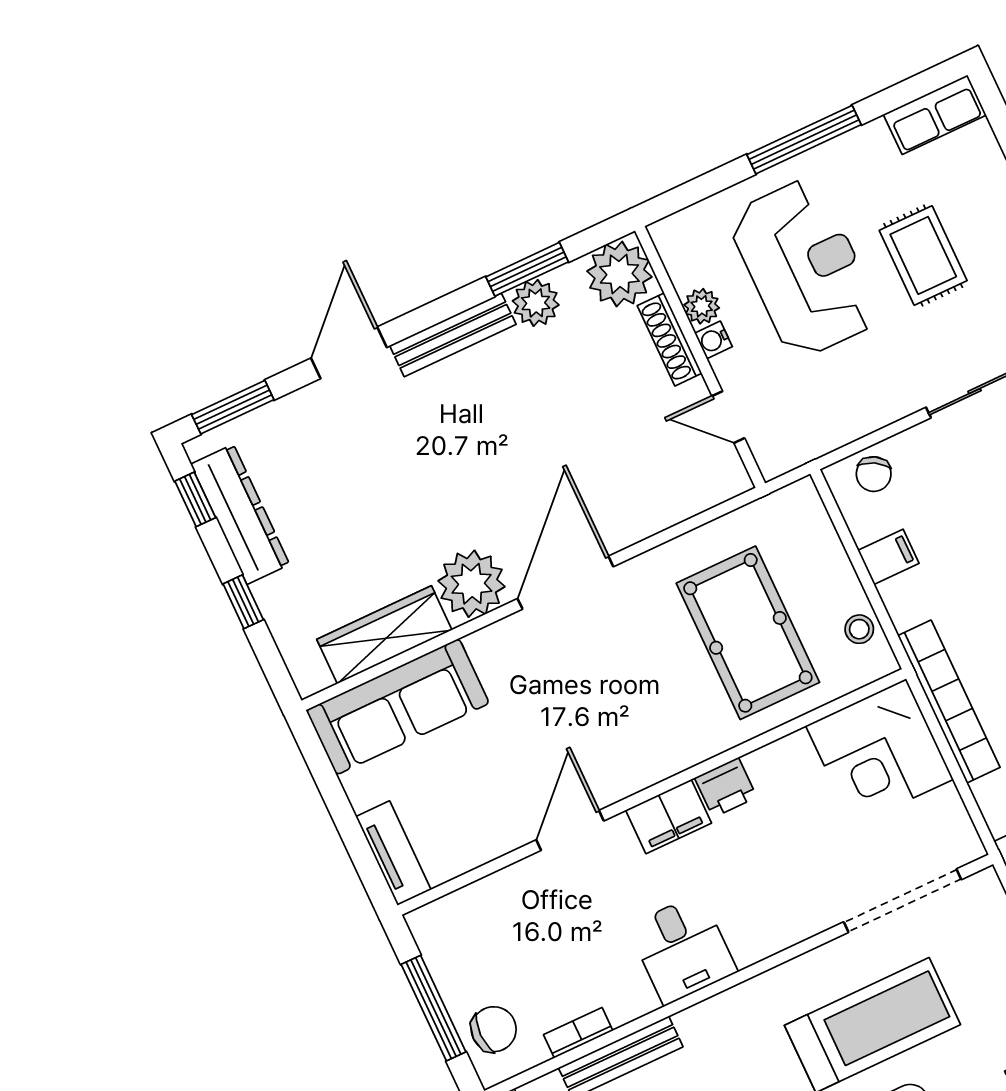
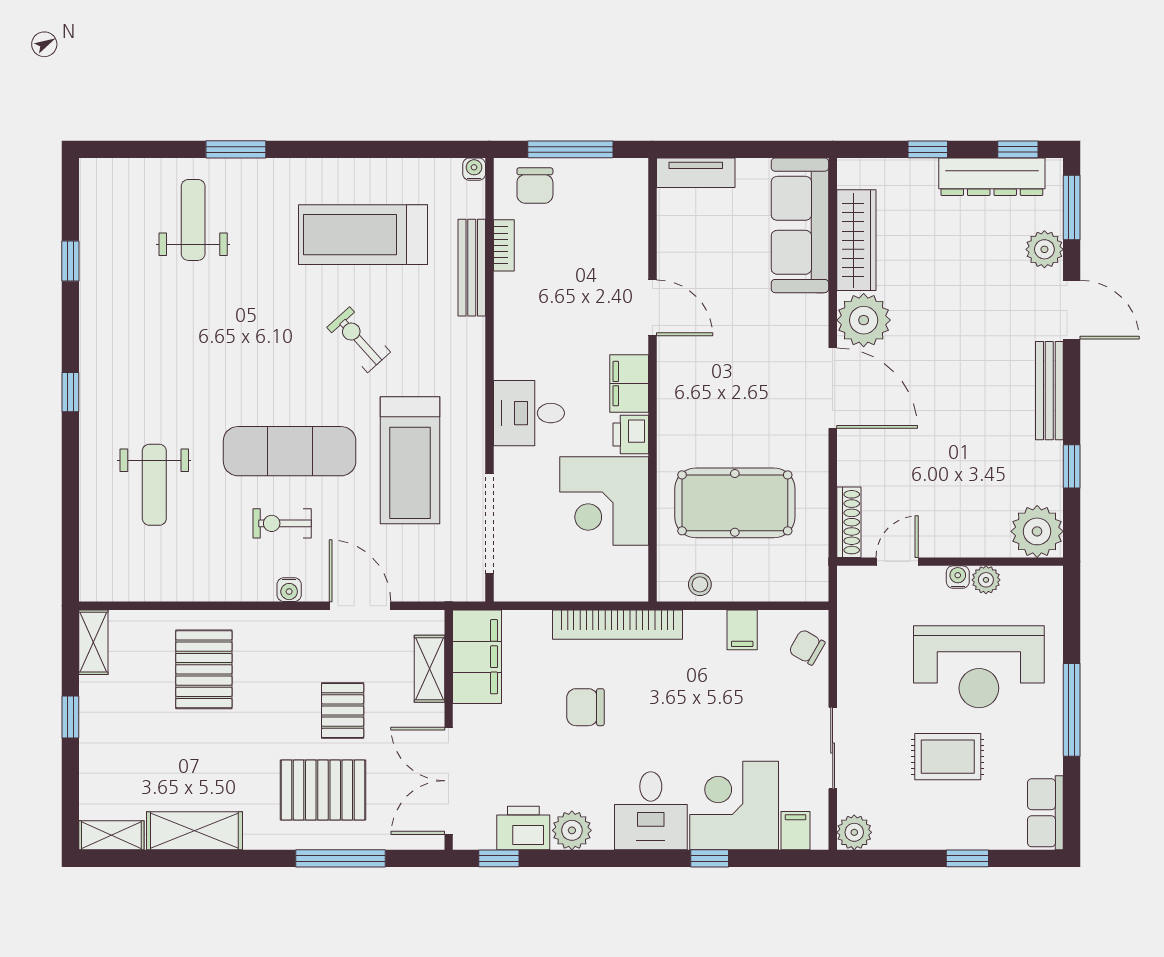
window: (527, 269) -> (1072, 466), width x0.67
plant: (536, 303) -> (1044, 249), moved
shoe rack: (670, 339) -> (849, 522), moved, turned 90
corner desk: (880, 752) -> (604, 501), moved, turned -90
desk: (682, 949) -> (529, 413), moved

